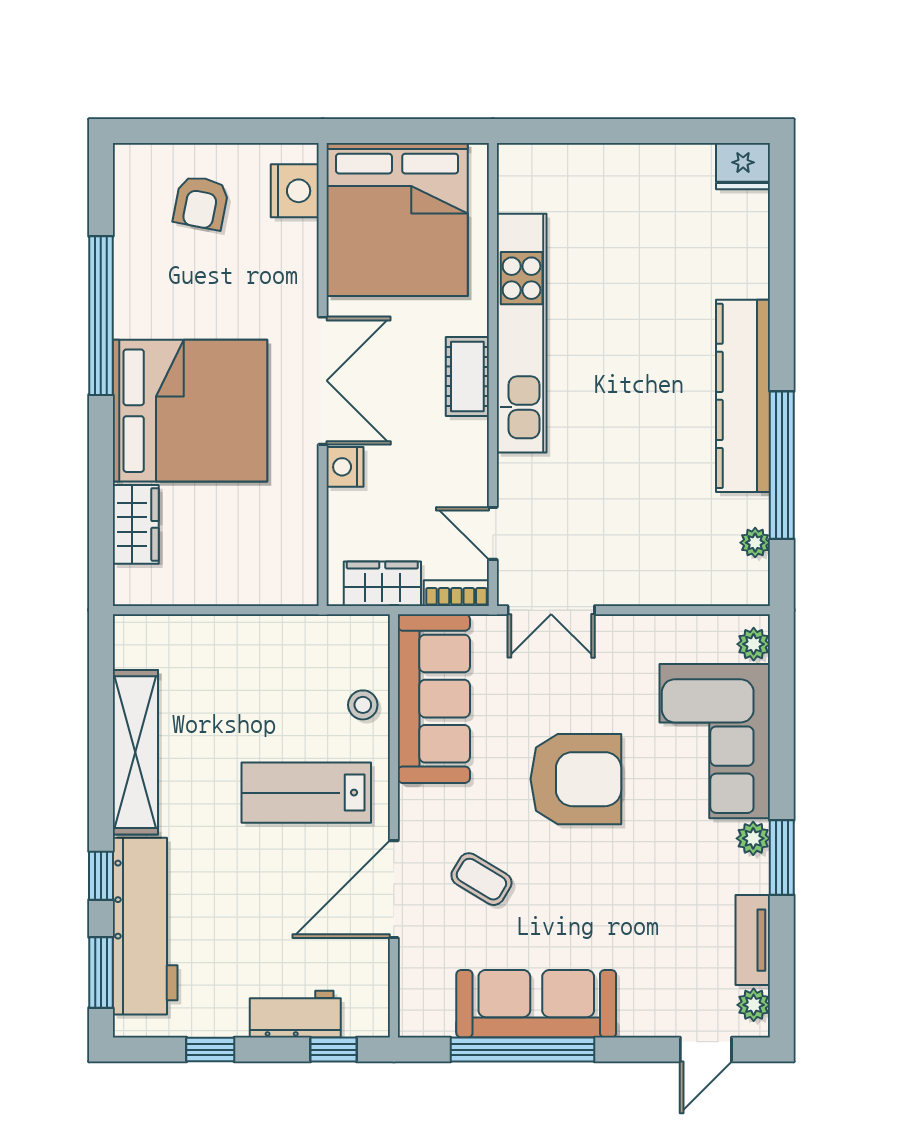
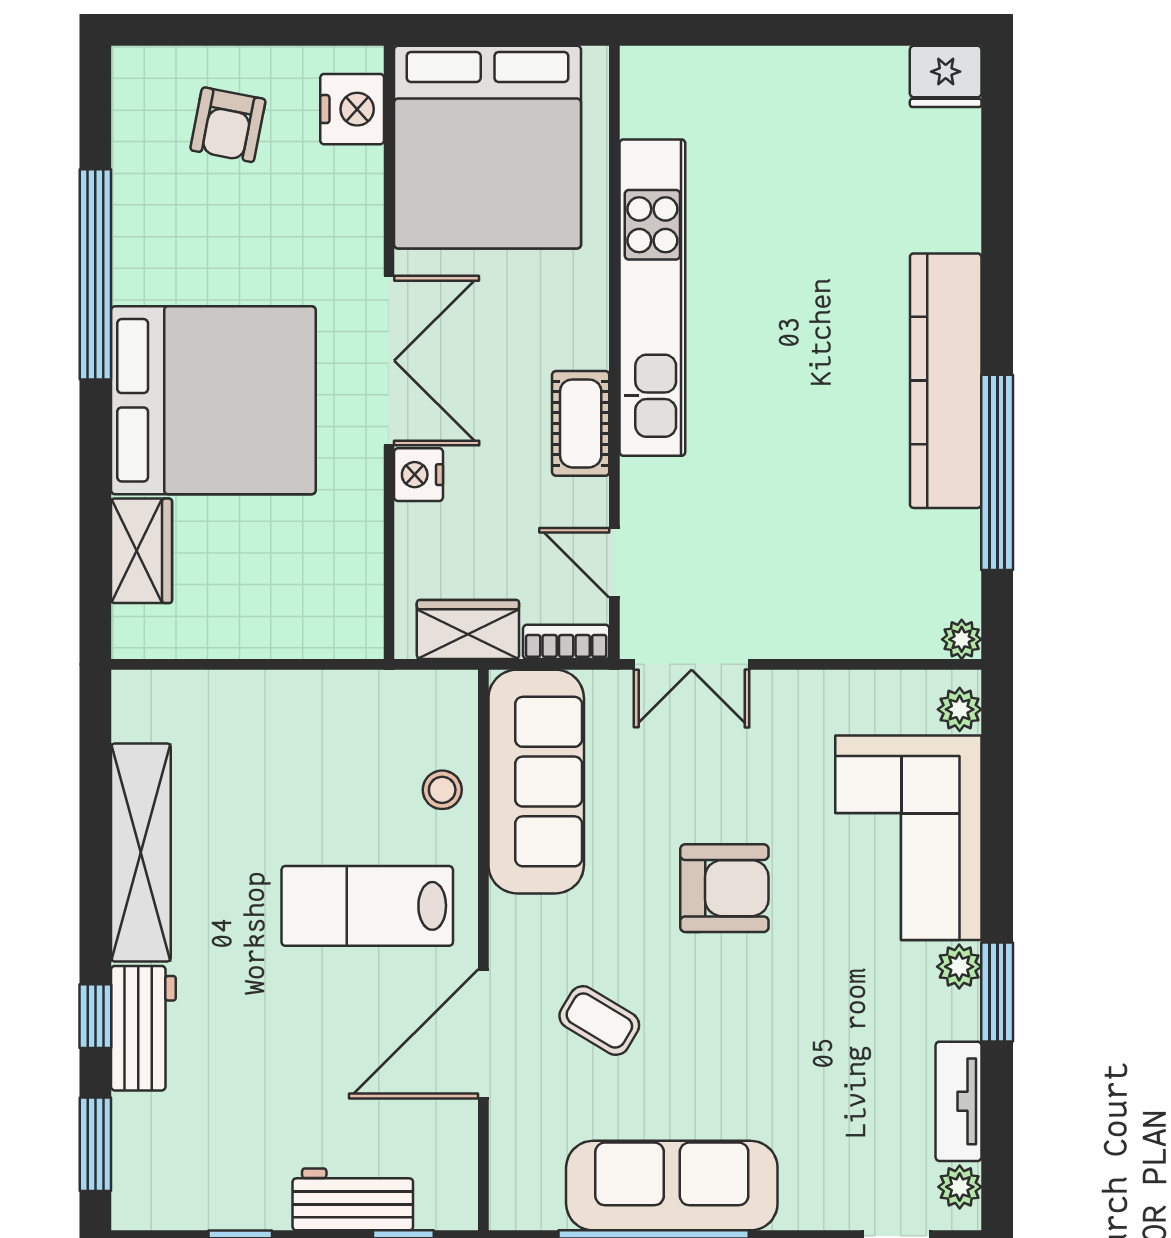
cot: (467, 376) -> (581, 423), moved
plant: (755, 543) -> (962, 639), moved
armchair: (576, 779) -> (724, 888), width x0.73, depth x0.73
workbench: (145, 926) -> (143, 1028), width x0.53, depth x0.76

